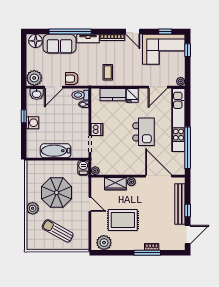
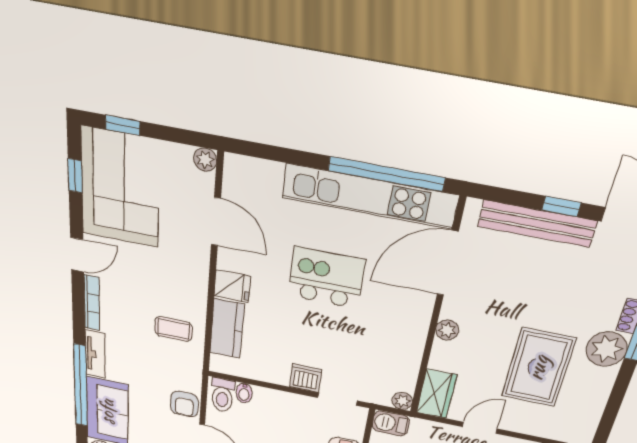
kitchen unit: (178, 120) -> (369, 196), moved
wardrobe: (115, 184) -> (436, 394), moved
plant: (104, 243) -> (607, 349), moved

